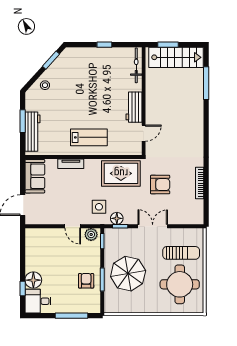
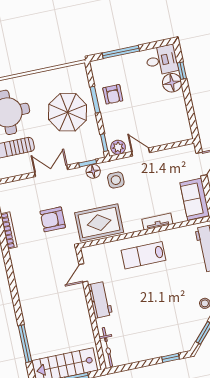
window: (104, 45) -> (170, 358), moved
double door: (153, 226) -> (51, 171), swing flipped

